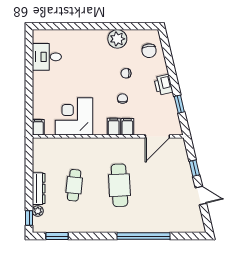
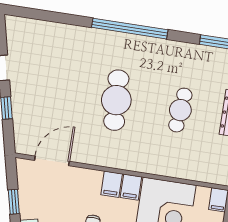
filing cabinet: (127, 127) -> (131, 187), moved
window: (144, 236) -> (130, 29), moved

